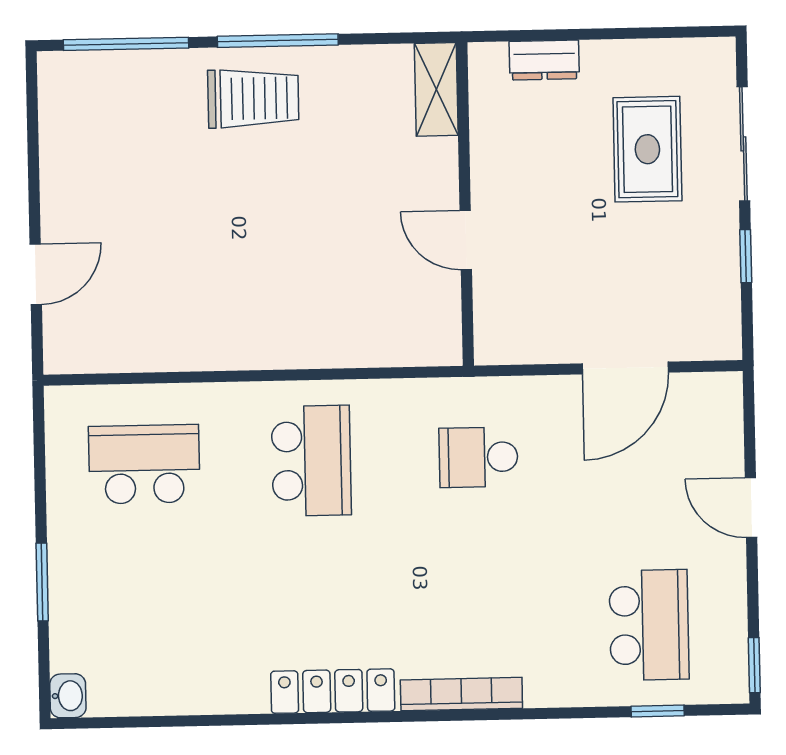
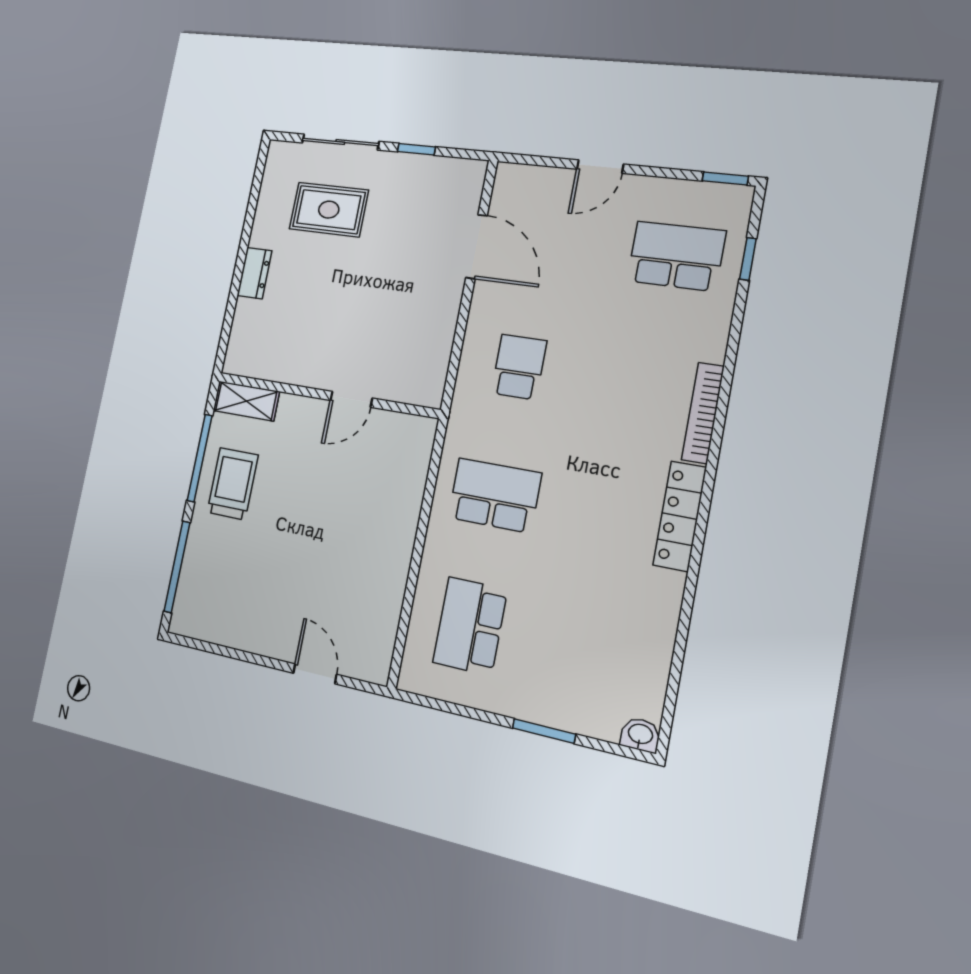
shelving: (436, 89) -> (246, 401), moved
wall: (465, 204) -> (327, 395), moved
door: (466, 240) -> (351, 399), moved
school desk: (478, 457) -> (519, 367), turned 180

